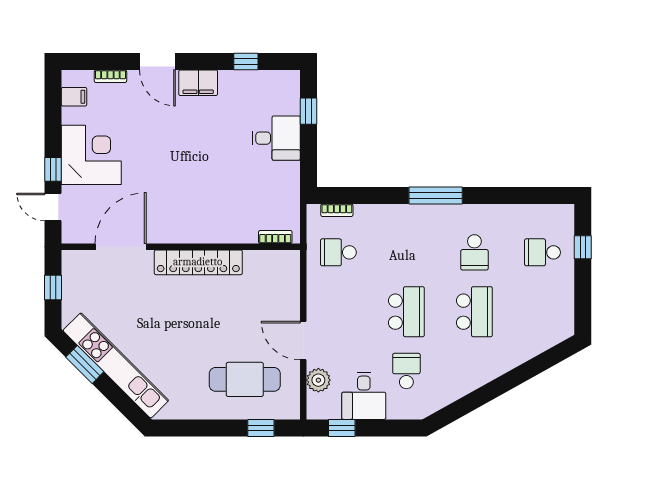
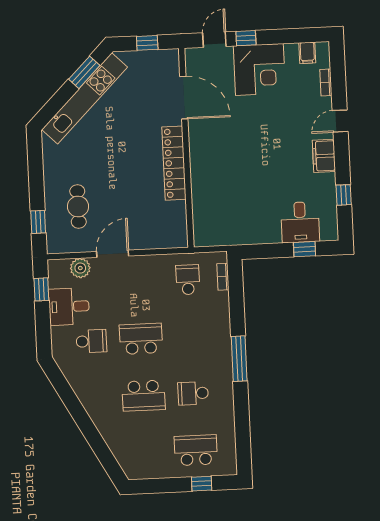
door: (157, 61) -> (340, 121), width x0.73
desk: (276, 138) -> (300, 222), moved
bookcase: (275, 237) -> (198, 226), removed
school desk: (542, 252) -> (196, 450), width x1.85
school desk: (406, 312) -> (141, 339), turned 180
cafe table: (245, 379) -> (78, 206), width x0.73, depth x0.74

